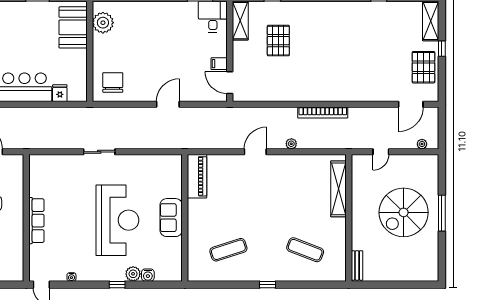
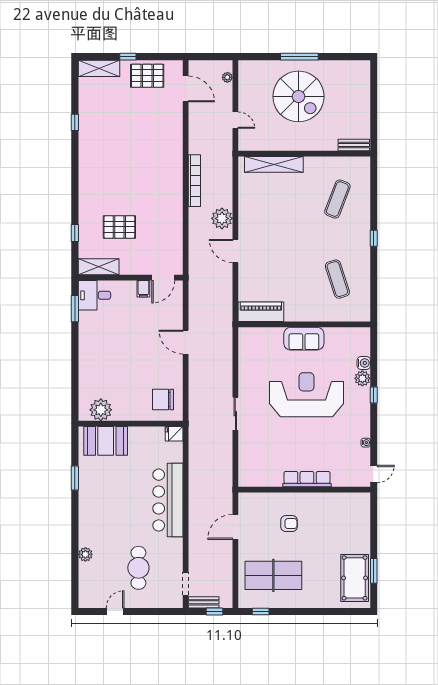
fridge: (60, 93) -> (174, 434), moved
plant: (291, 144) -> (222, 218), width x1.88, depth x1.88

